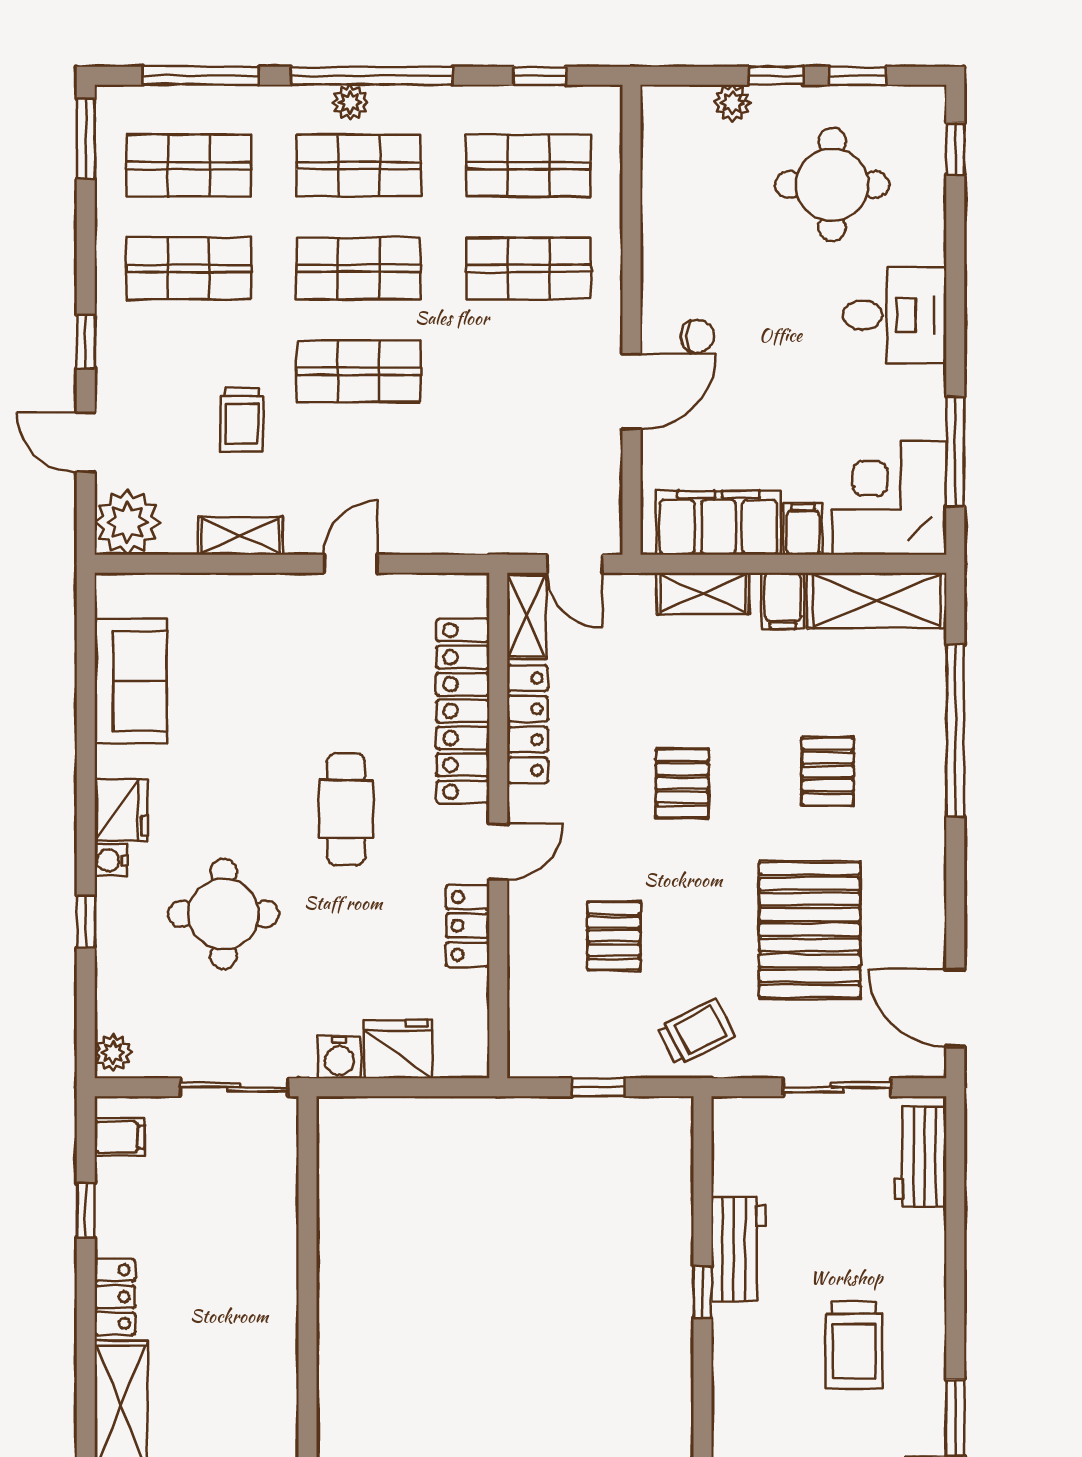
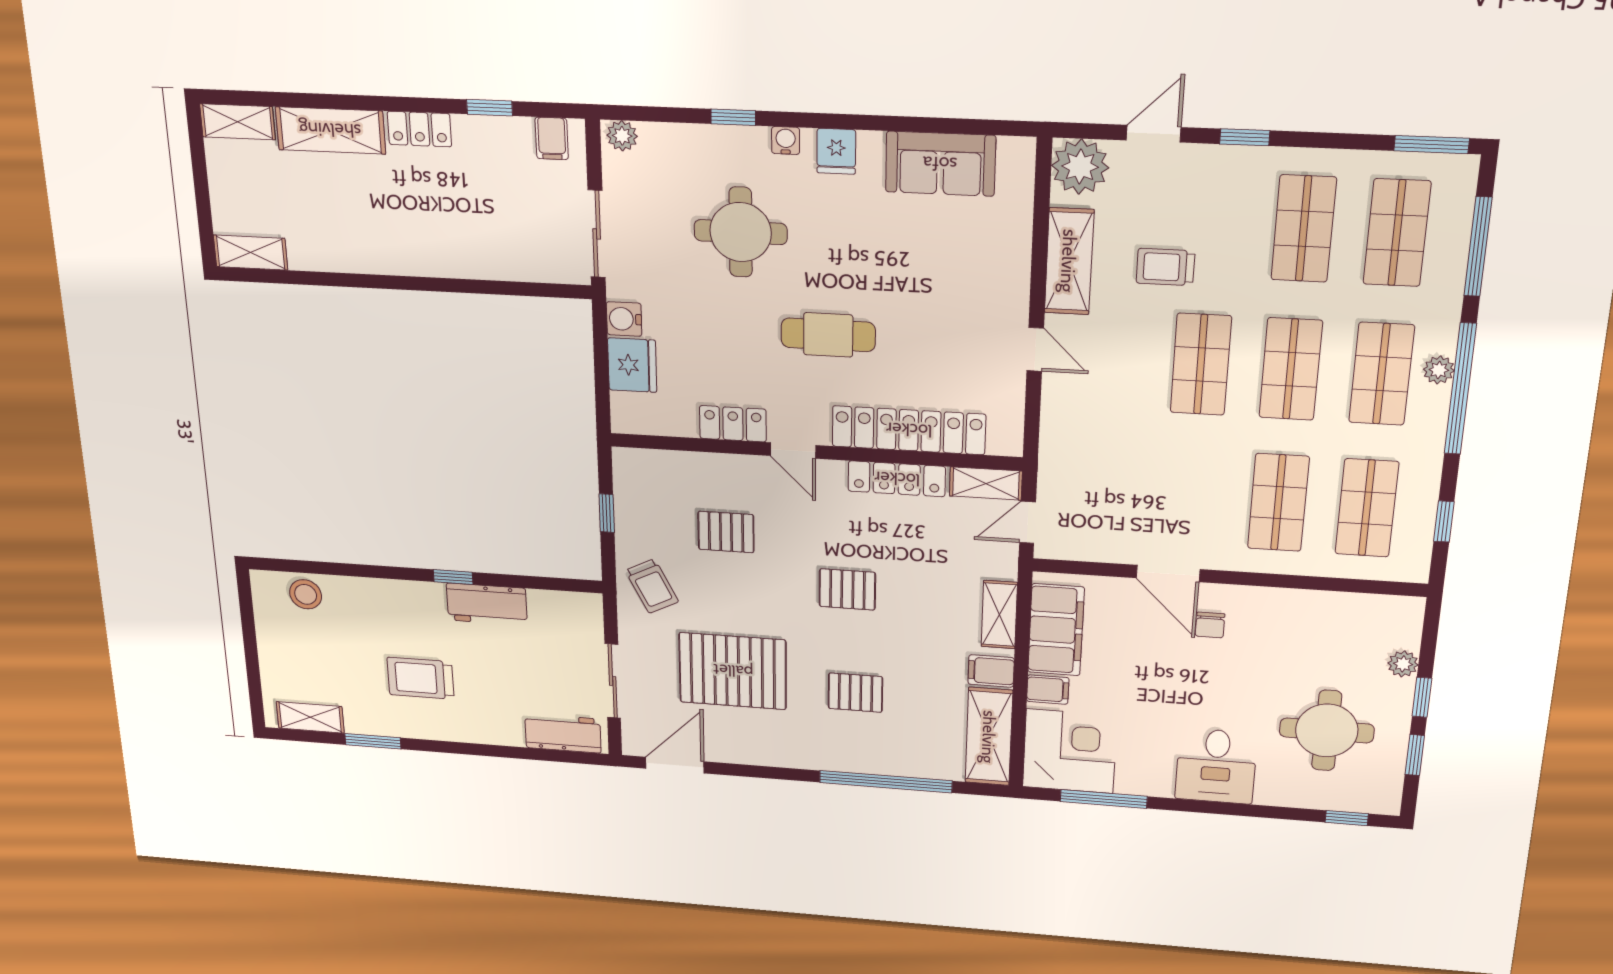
shelving: (240, 536) -> (1069, 261), width x1.50, depth x1.33
fridge: (121, 810) -> (836, 151), width x0.72

